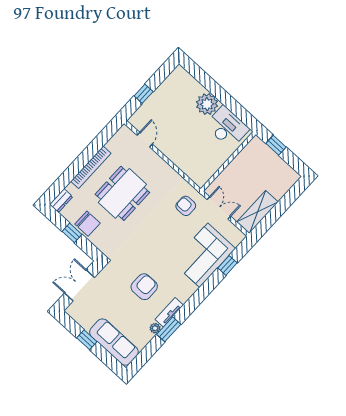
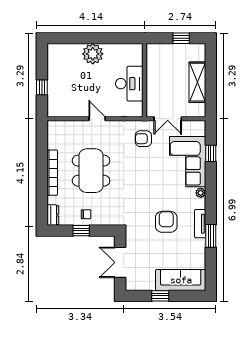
desk: (227, 127) -> (129, 84), moved, turned 90
door: (145, 140) -> (97, 119), moved
window: (276, 145) -> (181, 38), moved
double door: (219, 208) -> (168, 119), swing flipped
shelving: (258, 212) -> (197, 82), moved
chair: (88, 224) -> (86, 214), width x0.54, depth x0.54
plant: (155, 328) -> (201, 193), moved

